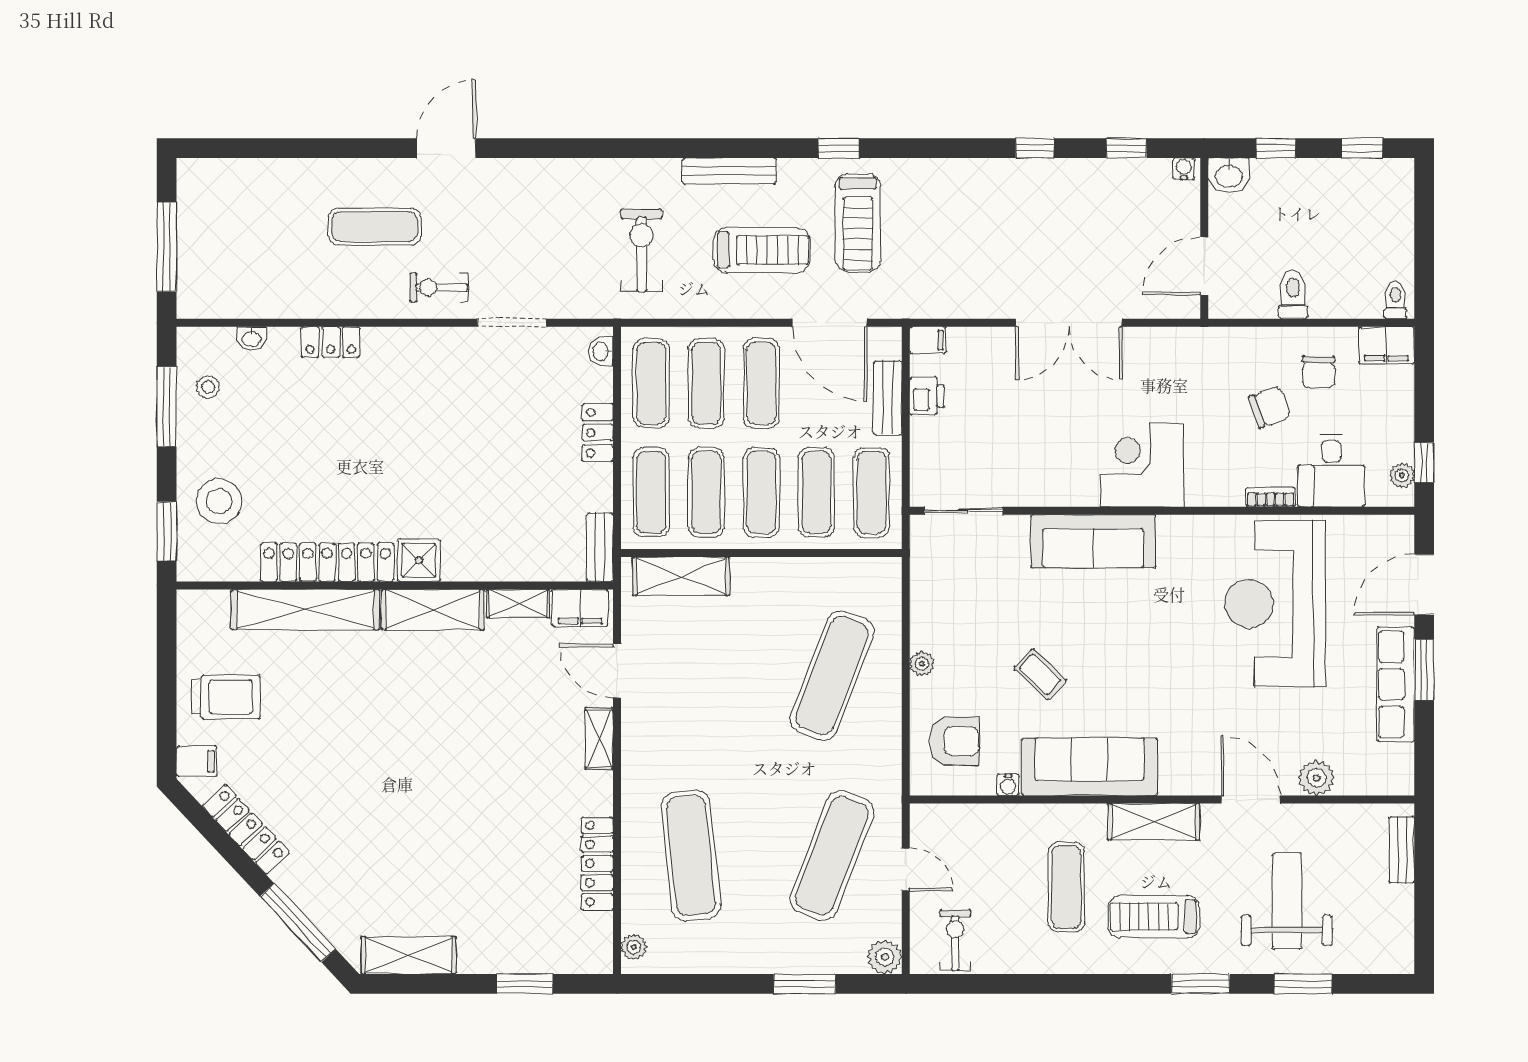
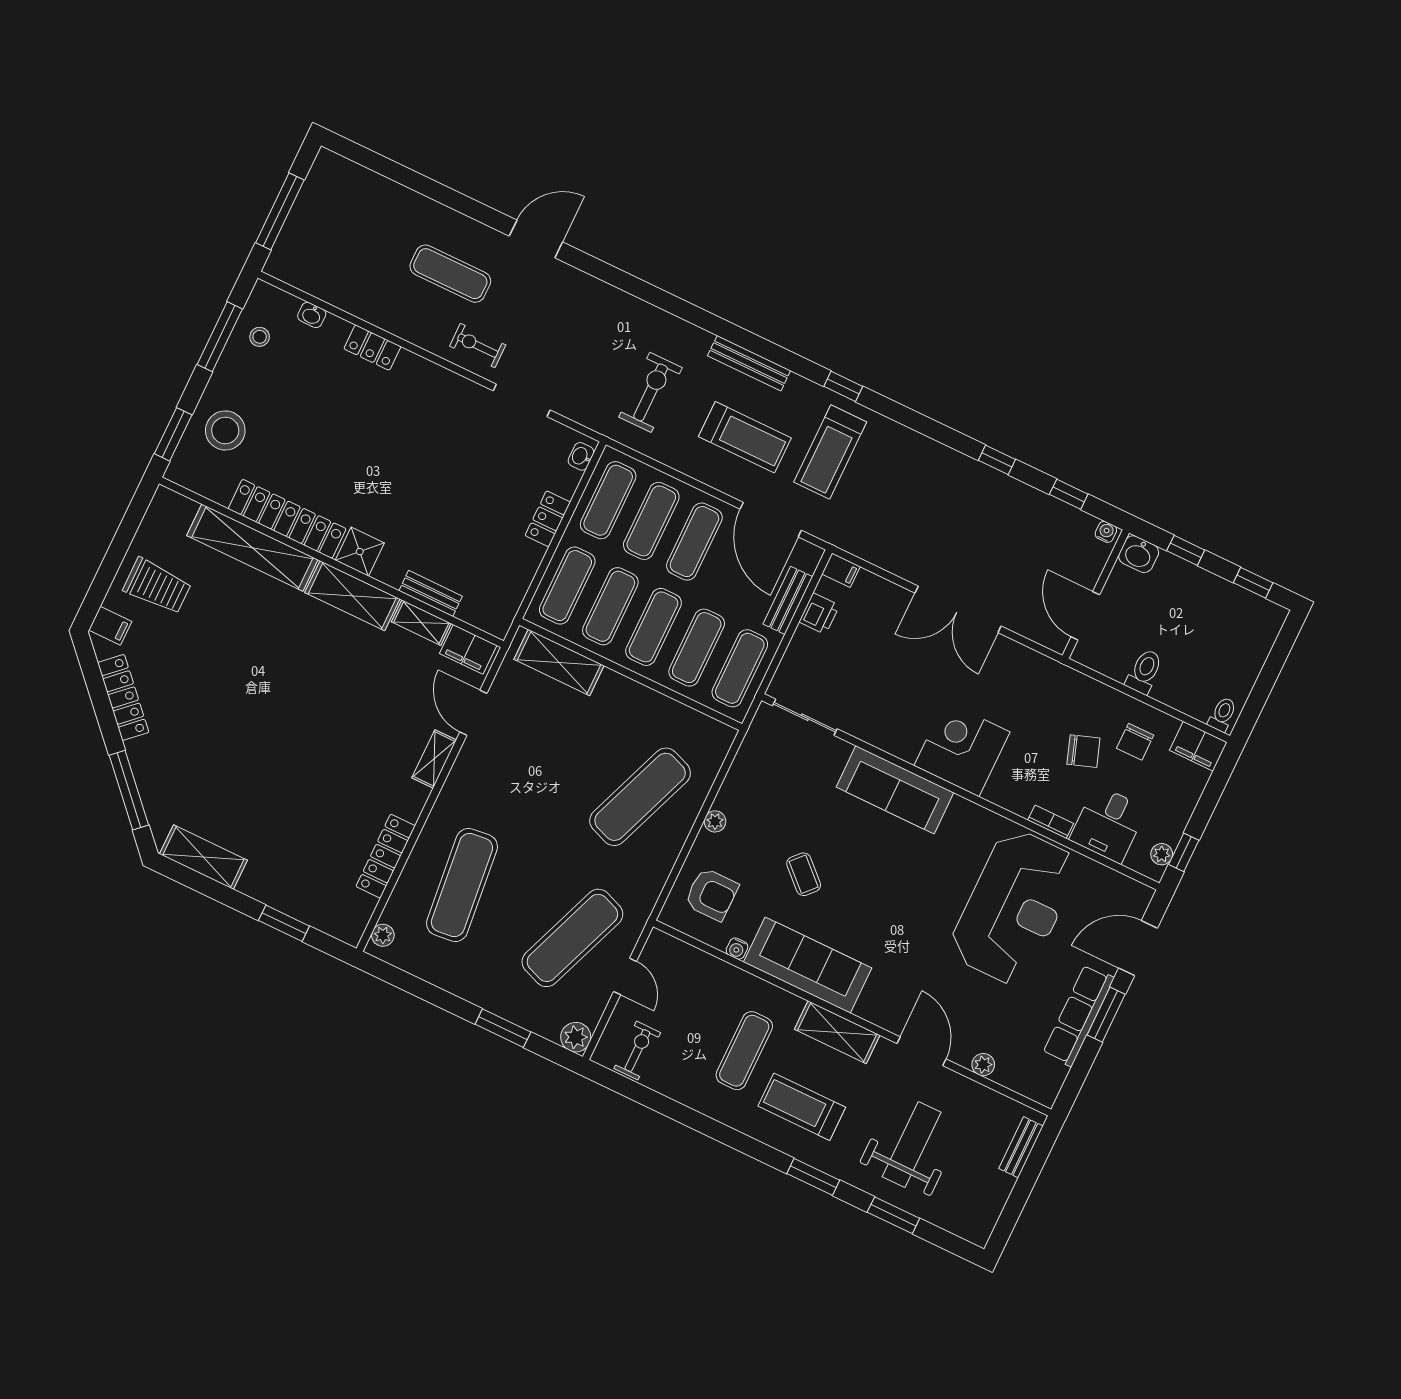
door: (1204, 266) -> (1085, 616), hinge flipped
bench: (600, 547) -> (431, 593), moved, turned 90
reception desk: (1275, 604) -> (1014, 907), turned 180
plant: (1317, 778) -> (983, 1065), width x0.73, depth x0.73

